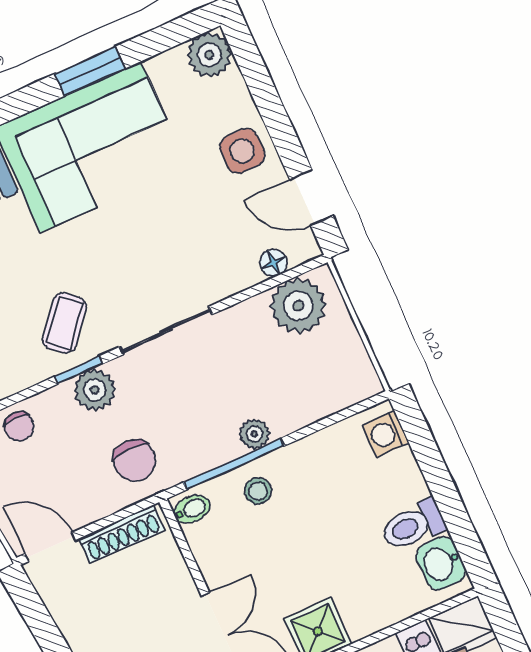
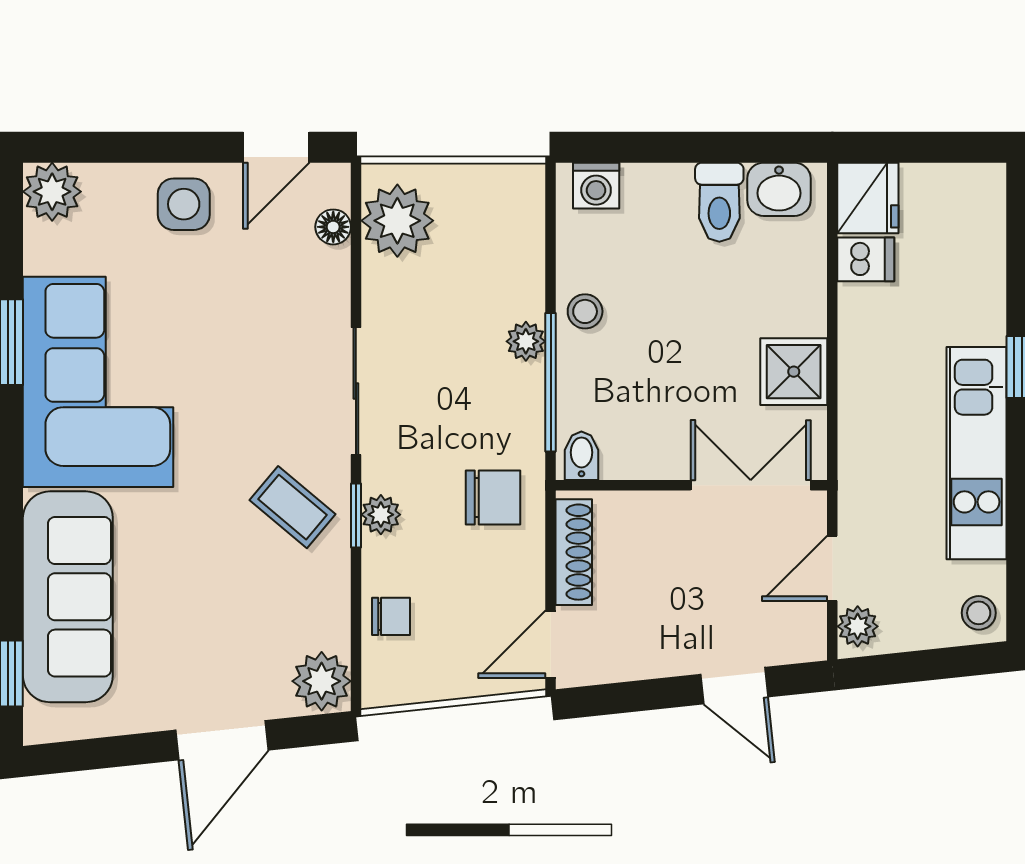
plant: (95, 390) -> (381, 515), width x0.73, depth x0.73
stool: (258, 491) -> (585, 311), moved

